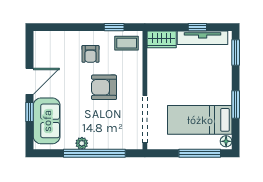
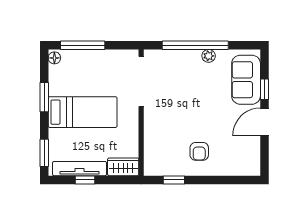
coffee table: (127, 43) -> (161, 163), removed
armchair: (91, 54) -> (199, 151), turned 180
armchair: (104, 87) -> (185, 116), removed
bed: (200, 120) -> (83, 112), moved

